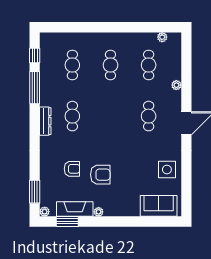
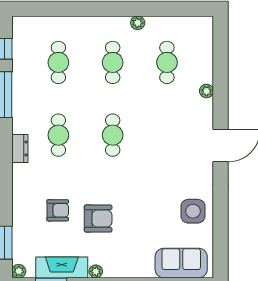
plant: (162, 37) -> (138, 23), moved
cafe table: (149, 116) -> (113, 135), moved
dresser: (45, 121) -> (20, 148), width x0.70

